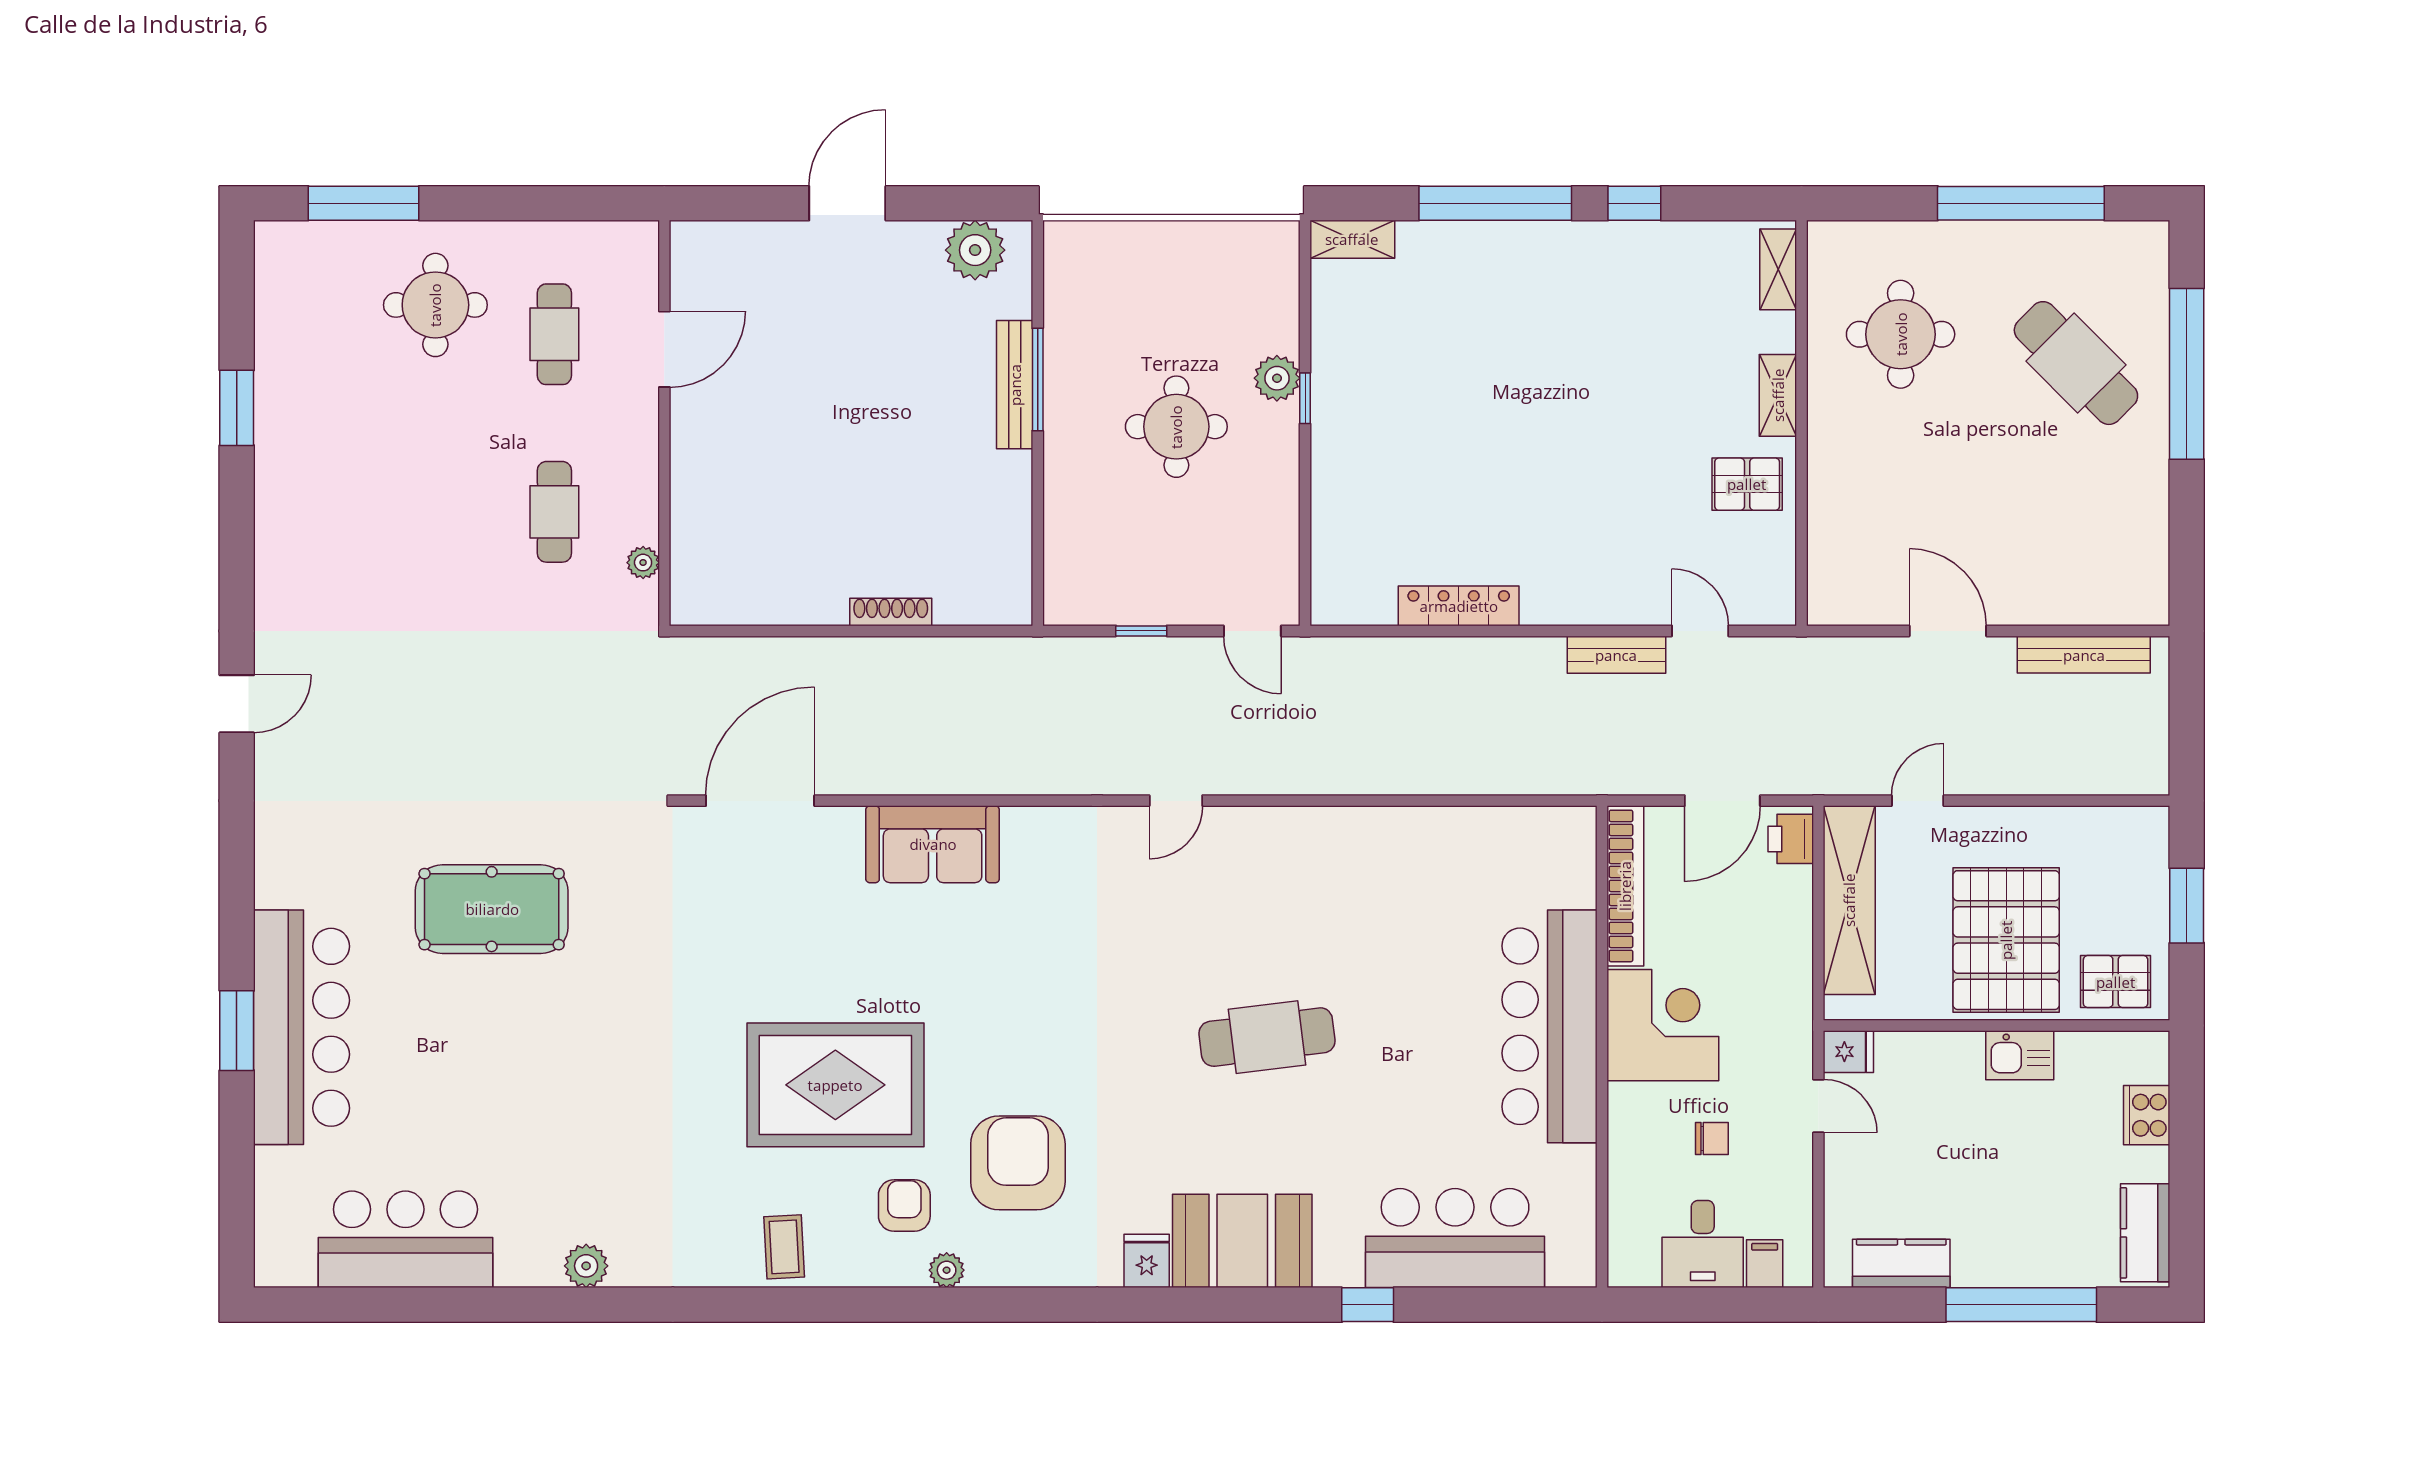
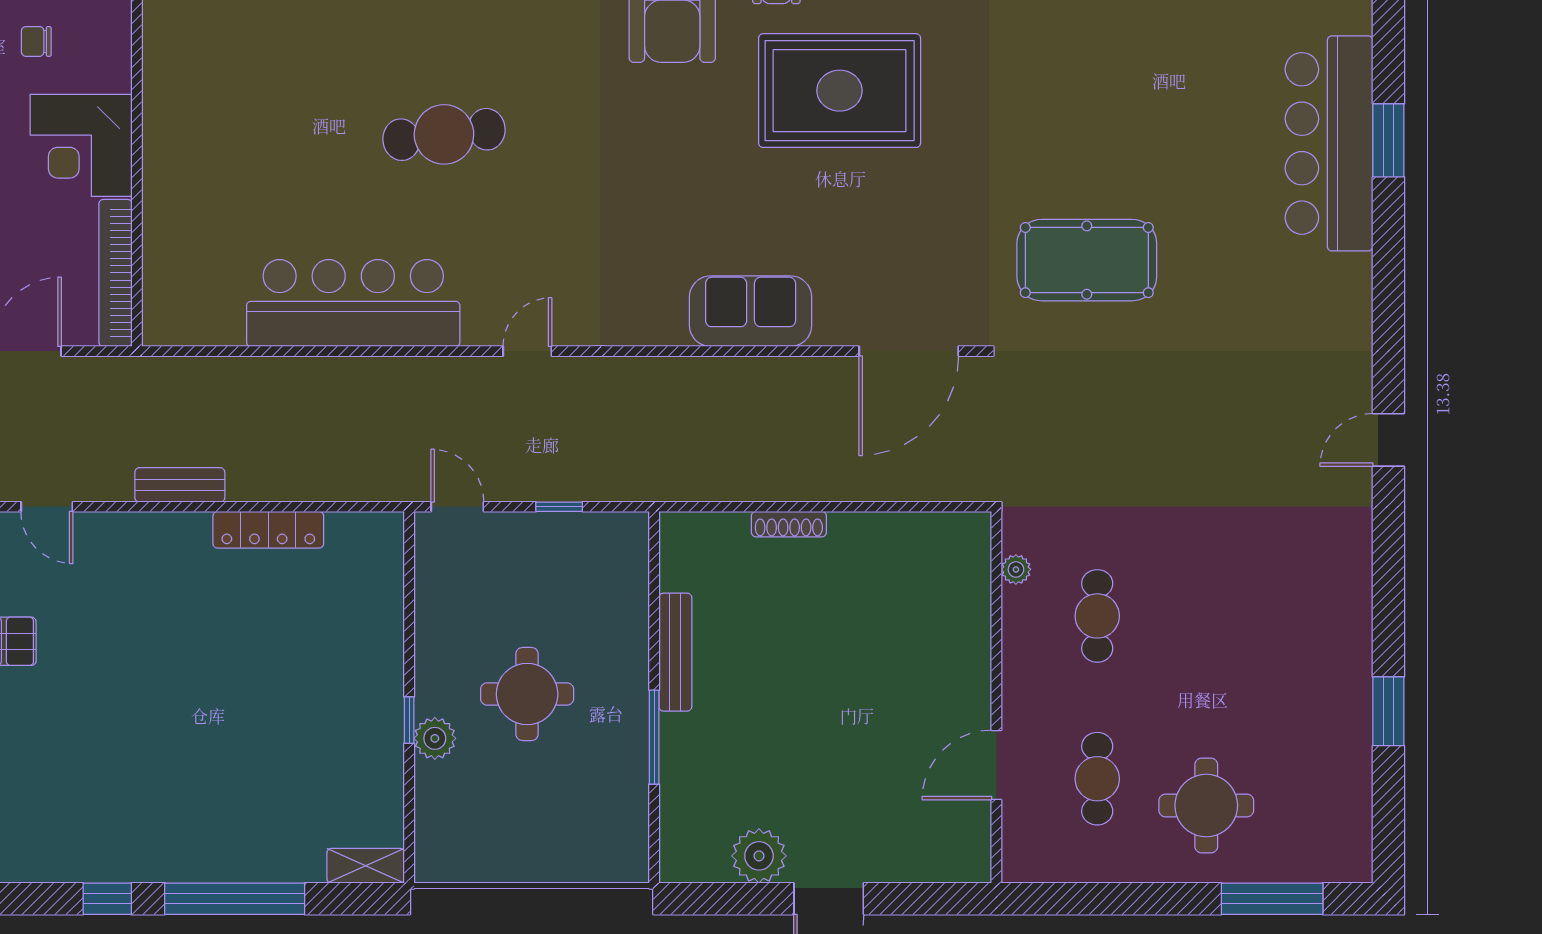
plant: (975, 250) -> (759, 856), moved
bench: (1015, 385) -> (675, 652), moved
bench: (1616, 655) -> (180, 485), moved
pool table: (492, 909) -> (1087, 260), moved
bar counter: (1549, 1026) -> (353, 303), moved, turned -90

